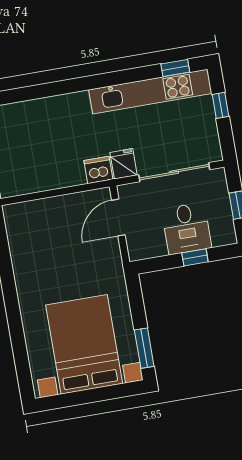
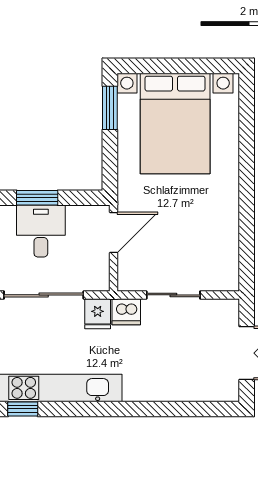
sliding door: (59, 192) -> (173, 295), added
door: (118, 218) -> (113, 232), moved
window: (195, 257) -> (37, 198), width x1.50

